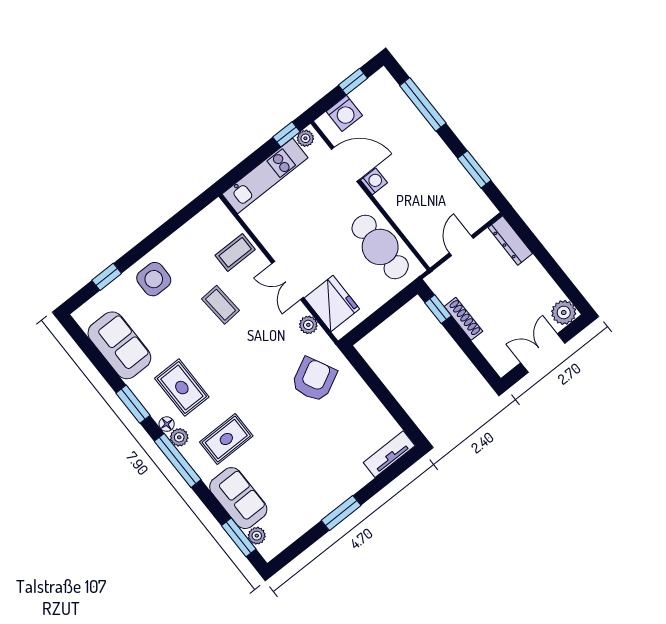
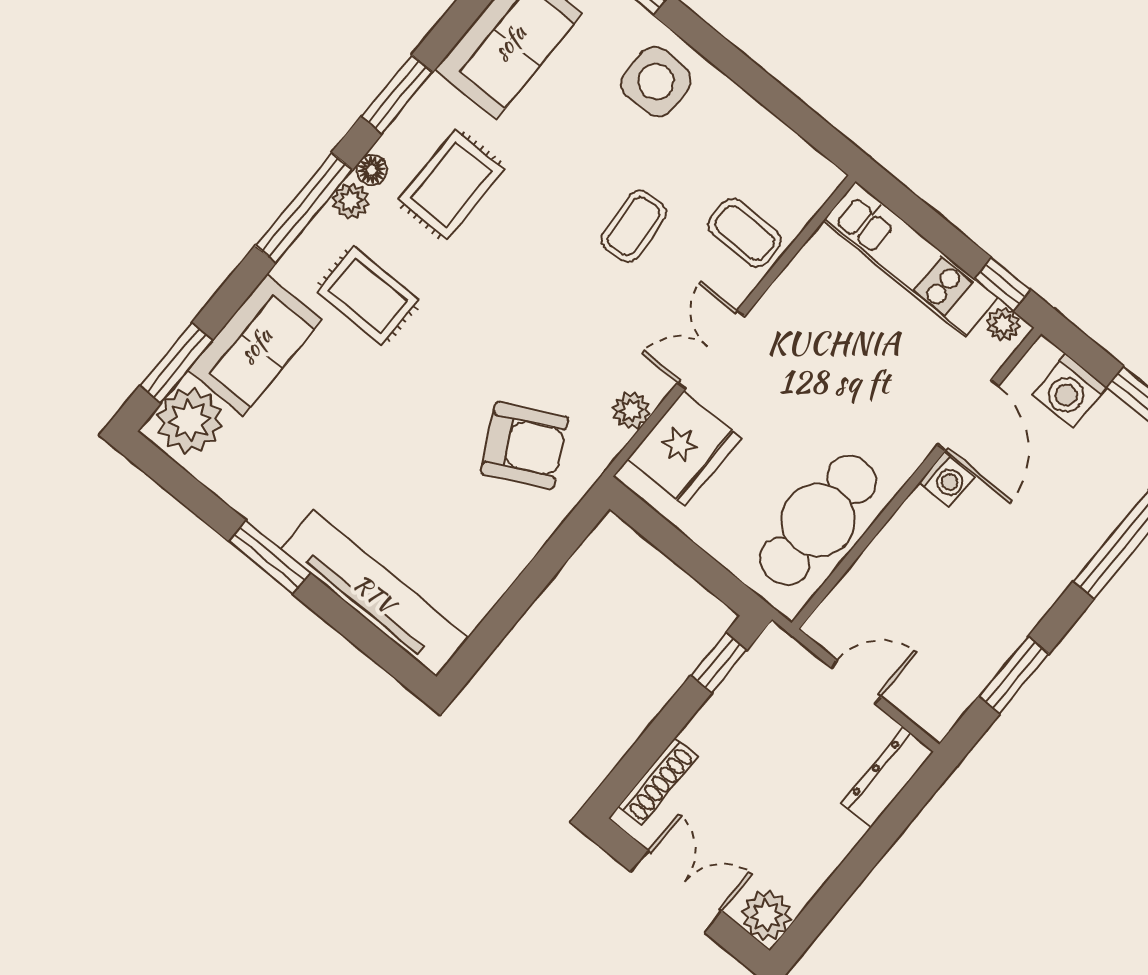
shoe rack: (463, 319) -> (658, 782), moved
tv unit: (389, 454) -> (374, 593), width x1.92, depth x1.29
plant: (257, 536) -> (190, 420), width x1.87, depth x1.87

